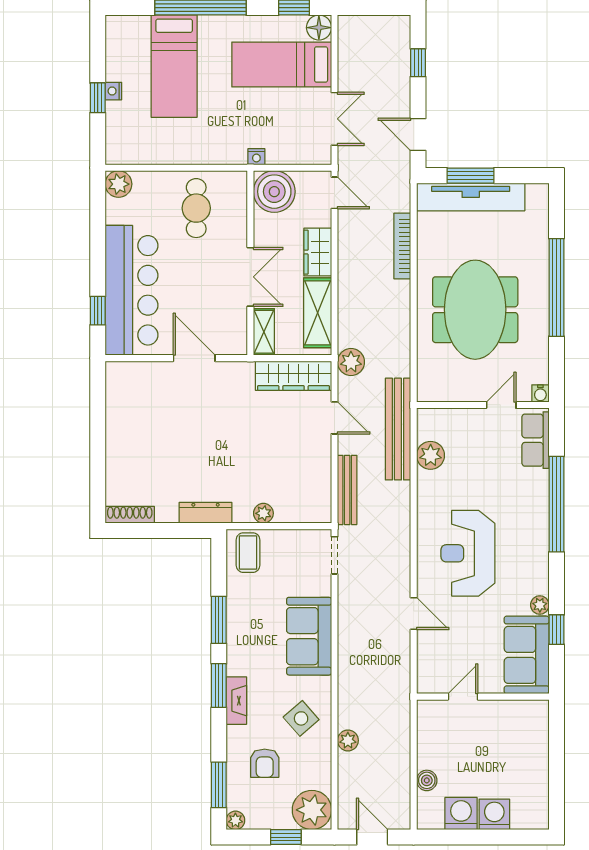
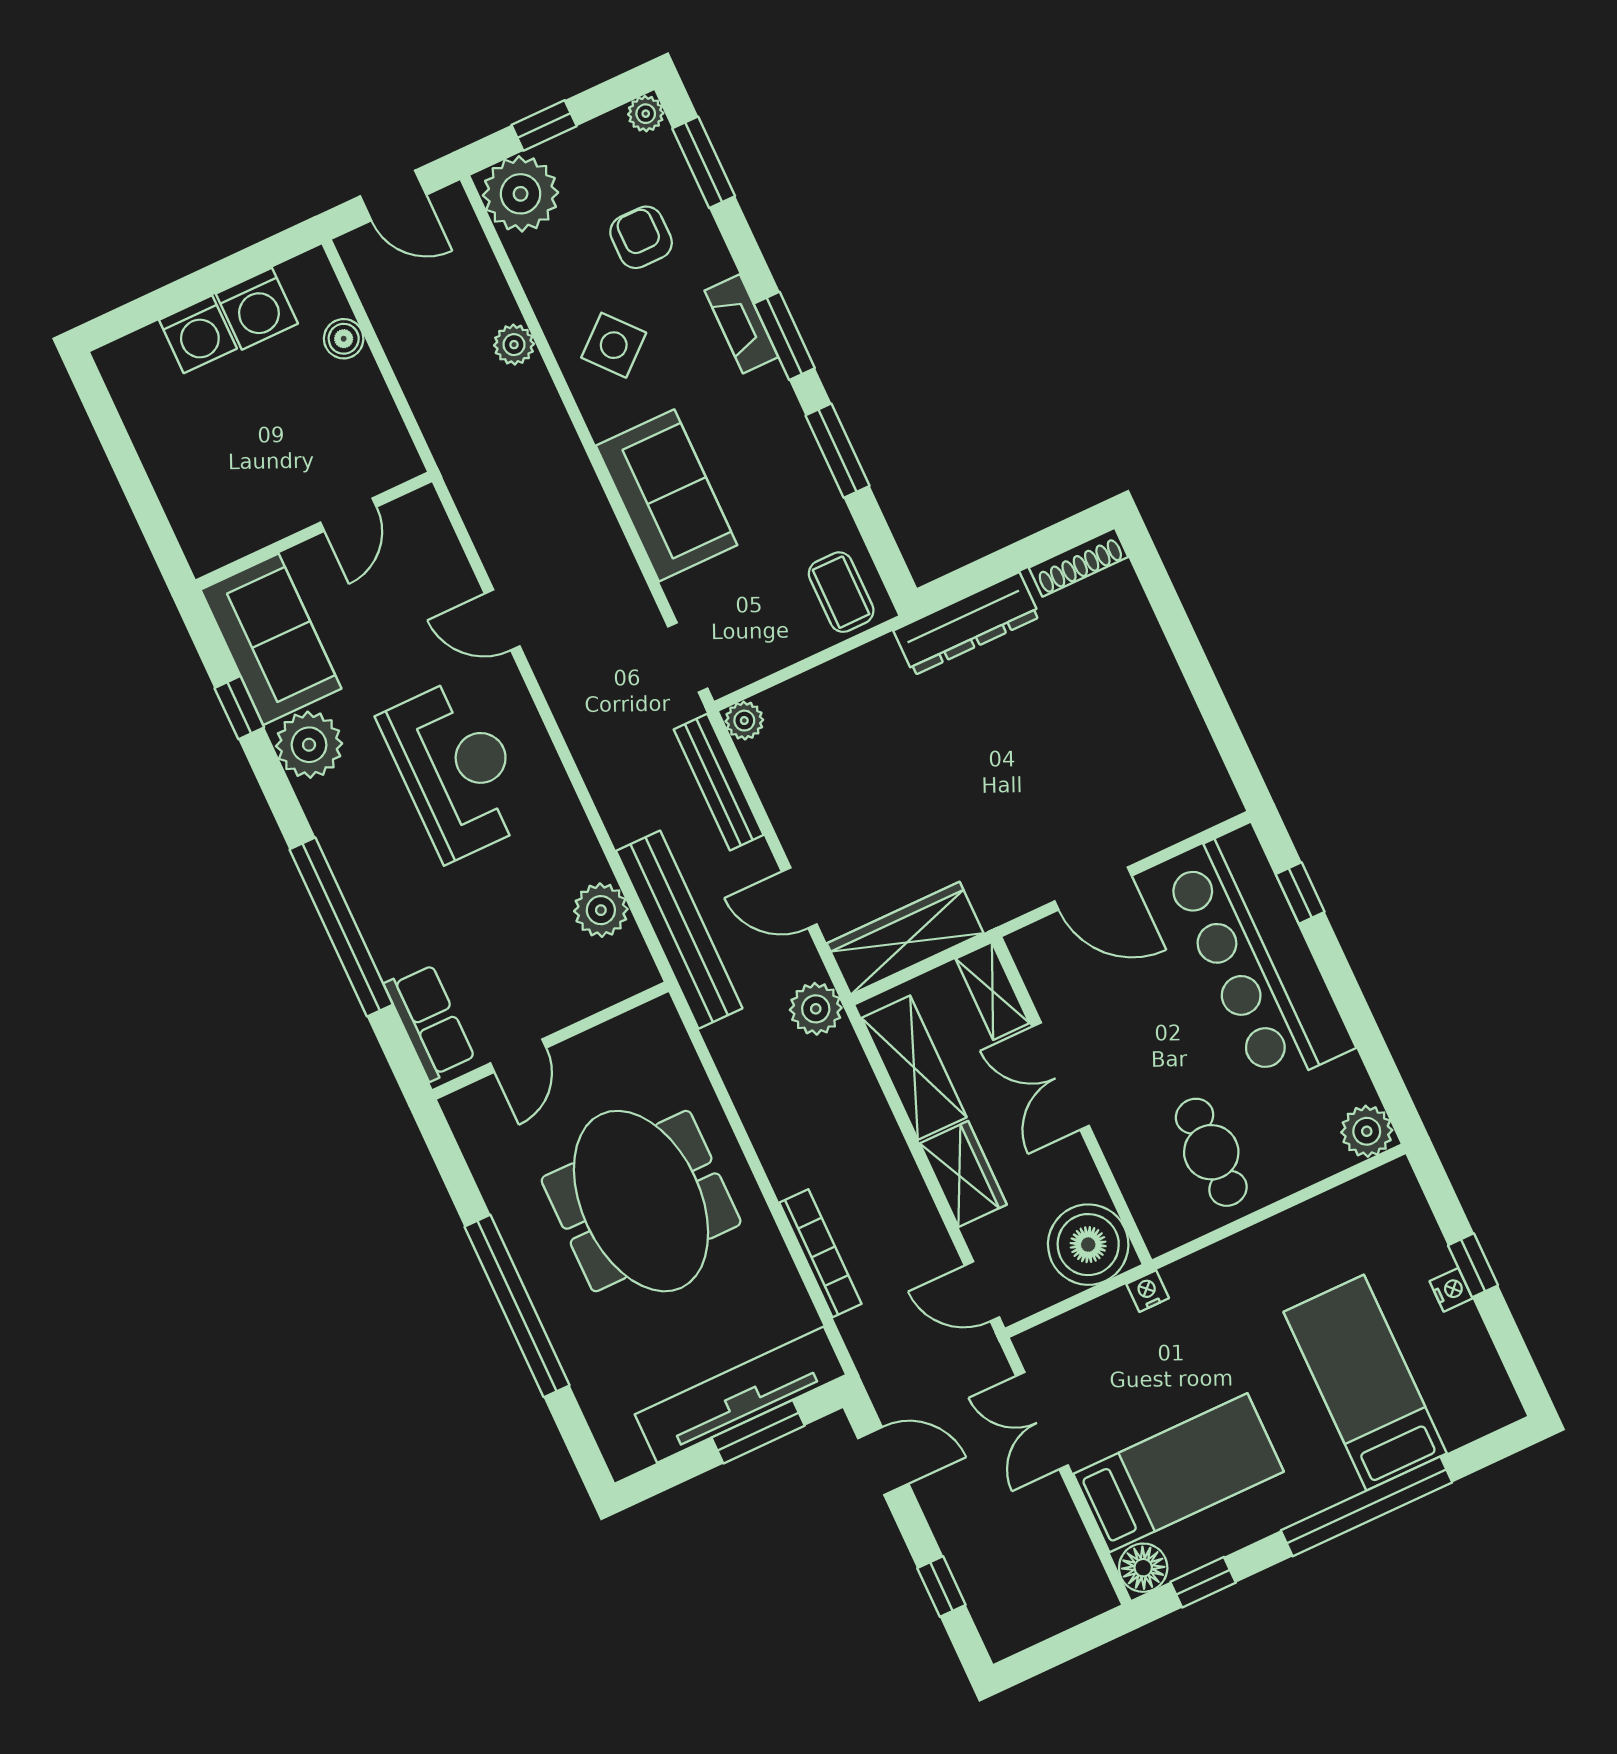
water cooler: (540, 393) -> (459, 1108), removed
dresser: (206, 513) -> (967, 624), width x1.37, depth x1.24
plant: (263, 513) -> (744, 721), moved
plant: (540, 605) -> (309, 745), width x1.88, depth x1.88

